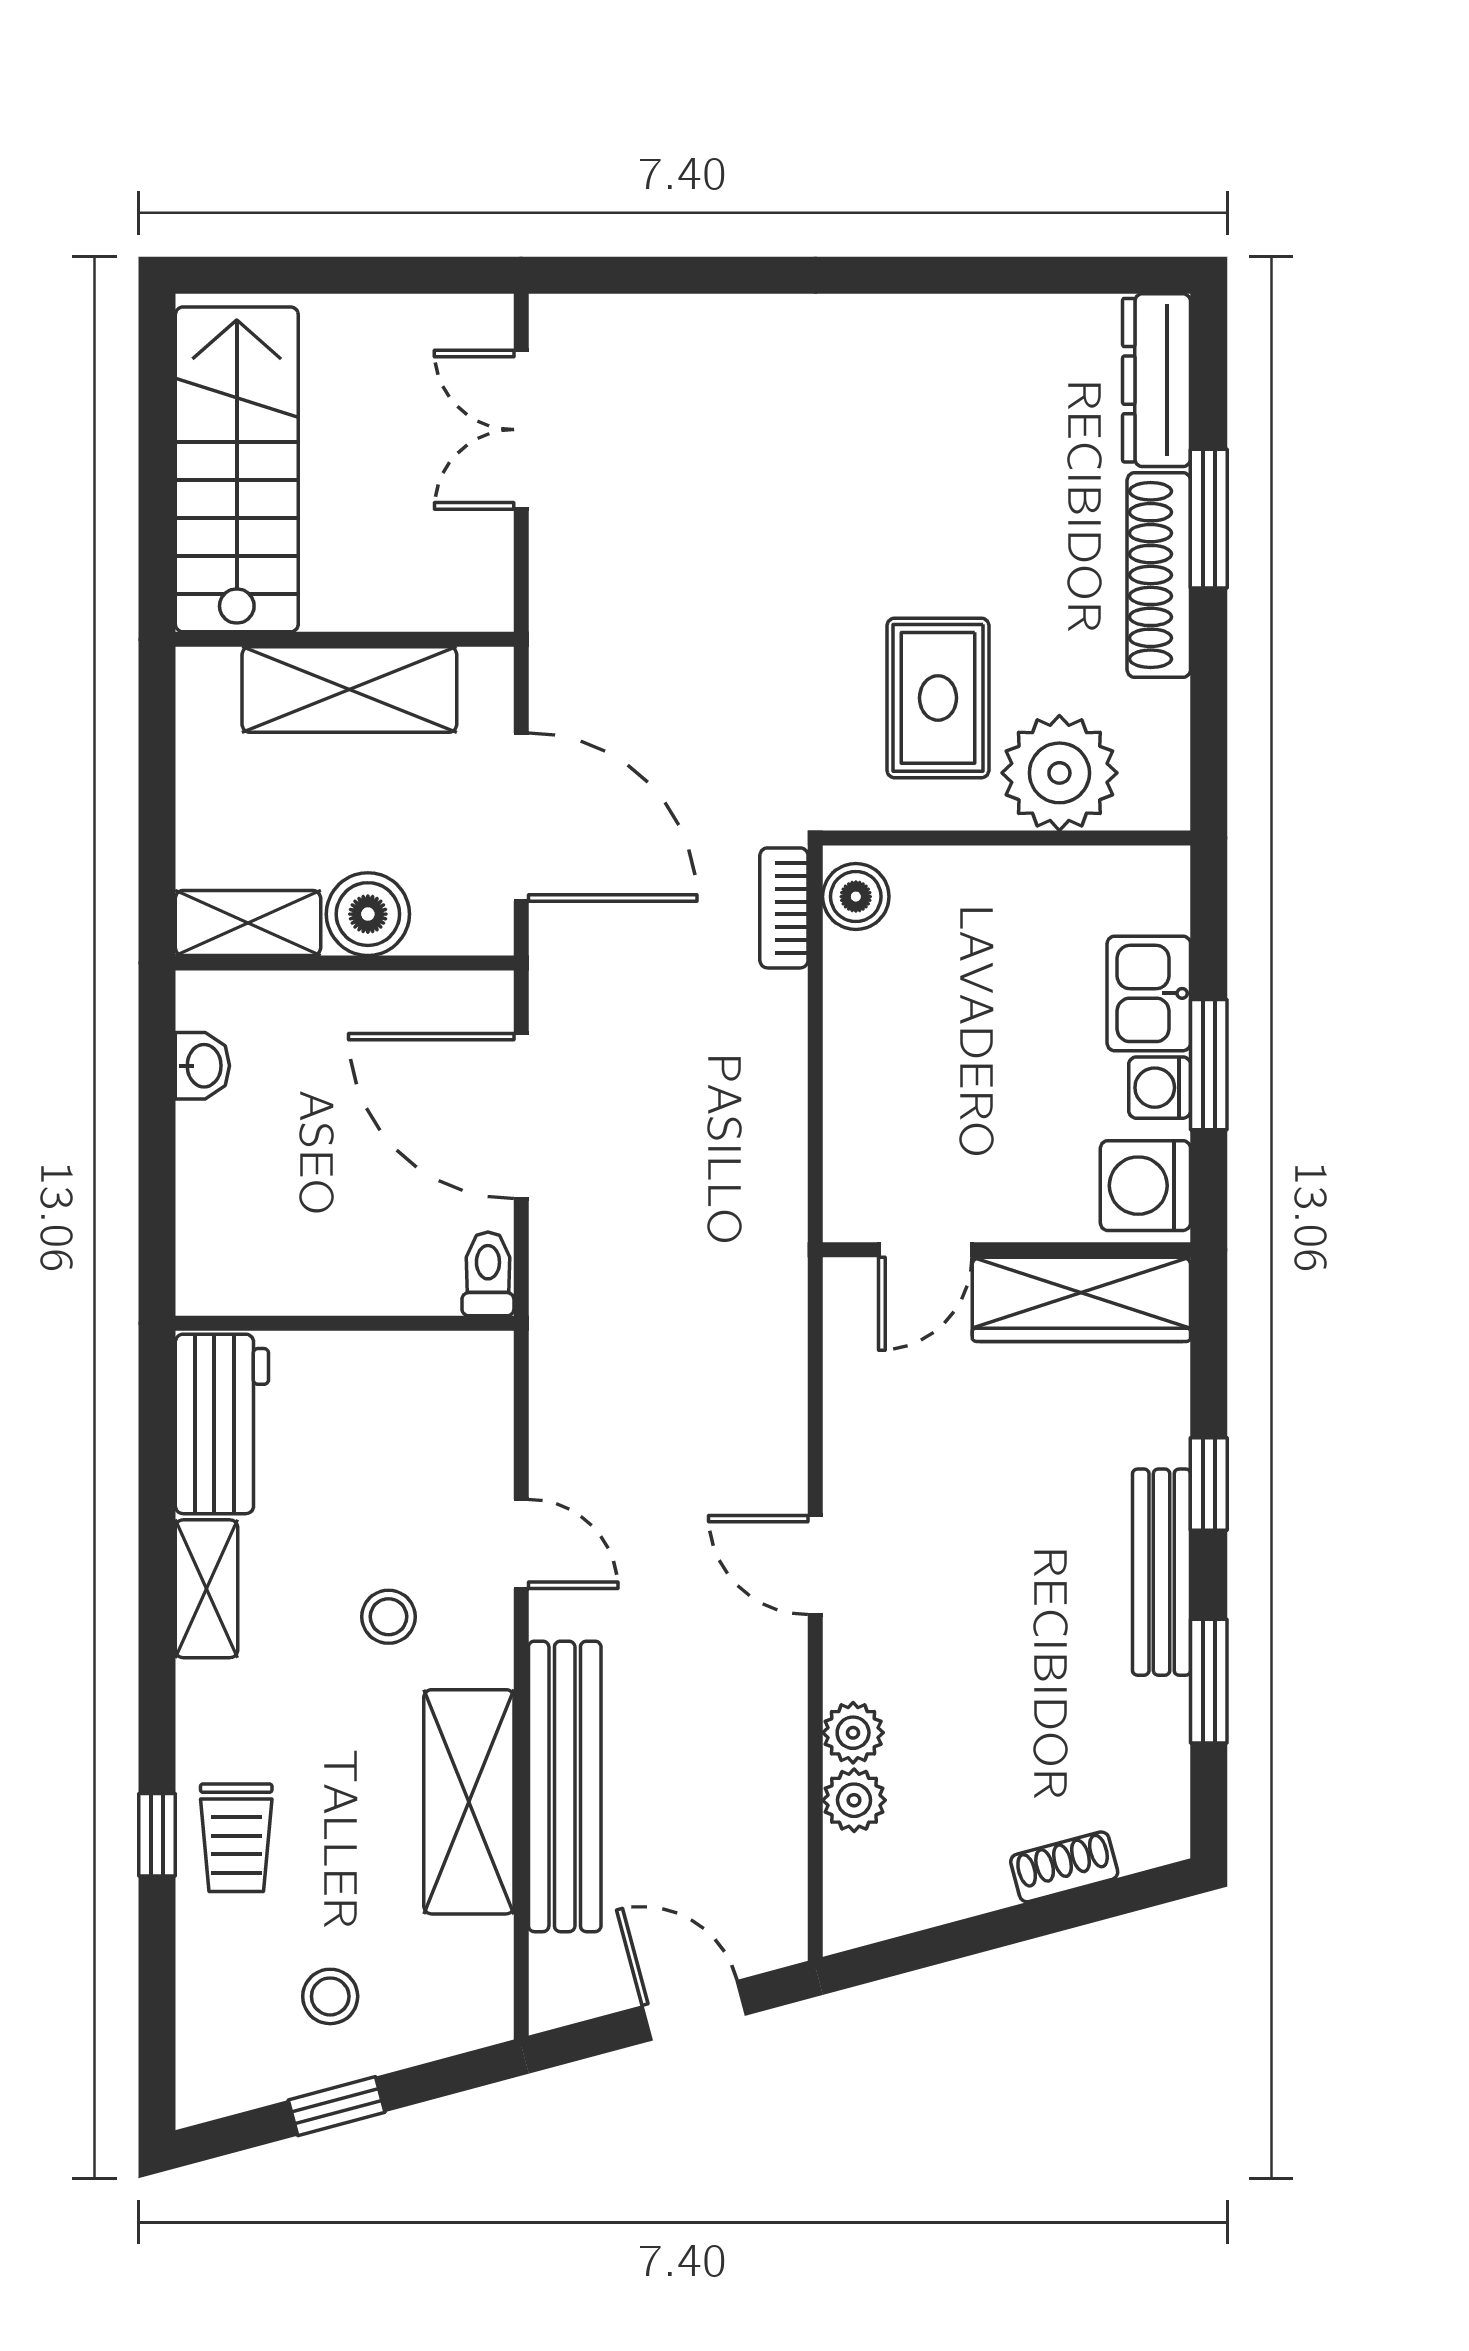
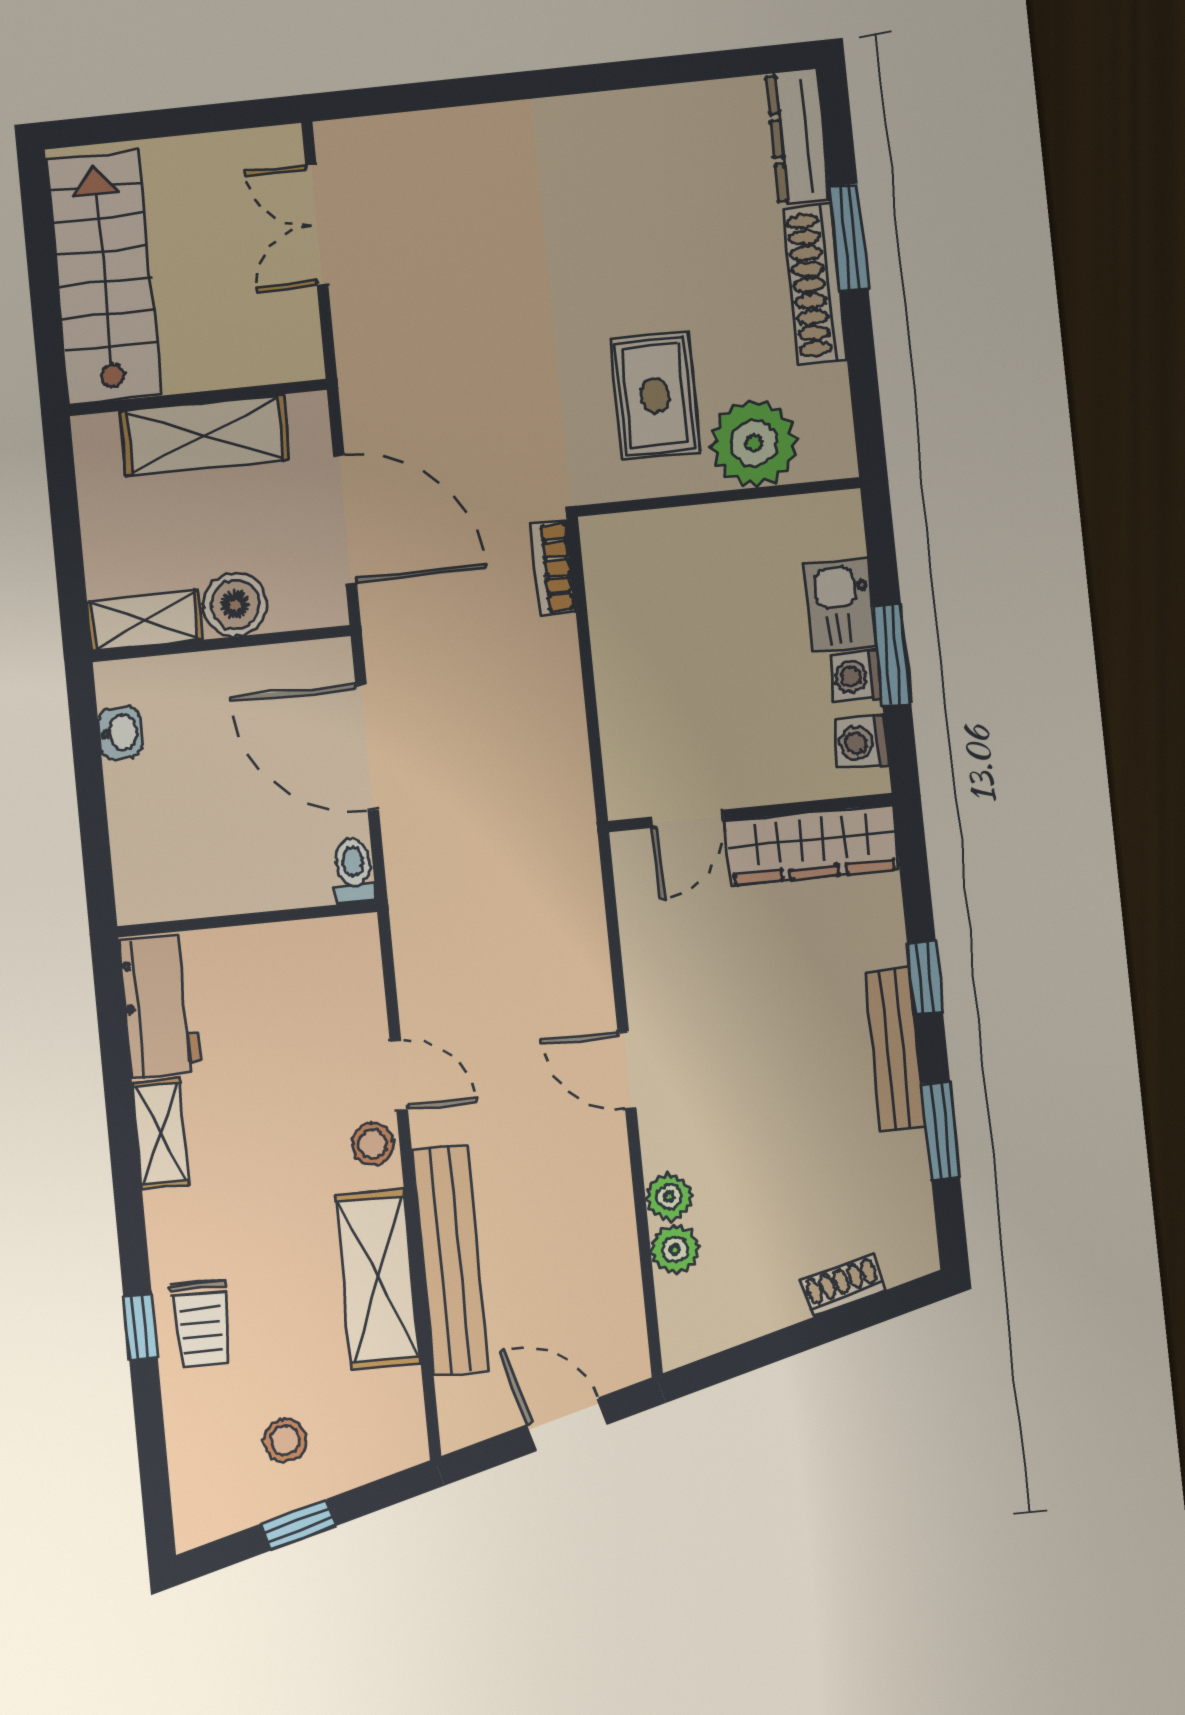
boiler: (856, 897) -> (607, 553), removed
washing machine: (1145, 1186) -> (861, 742), width x0.73, depth x0.73
stool: (389, 1617) -> (373, 1144), moved

